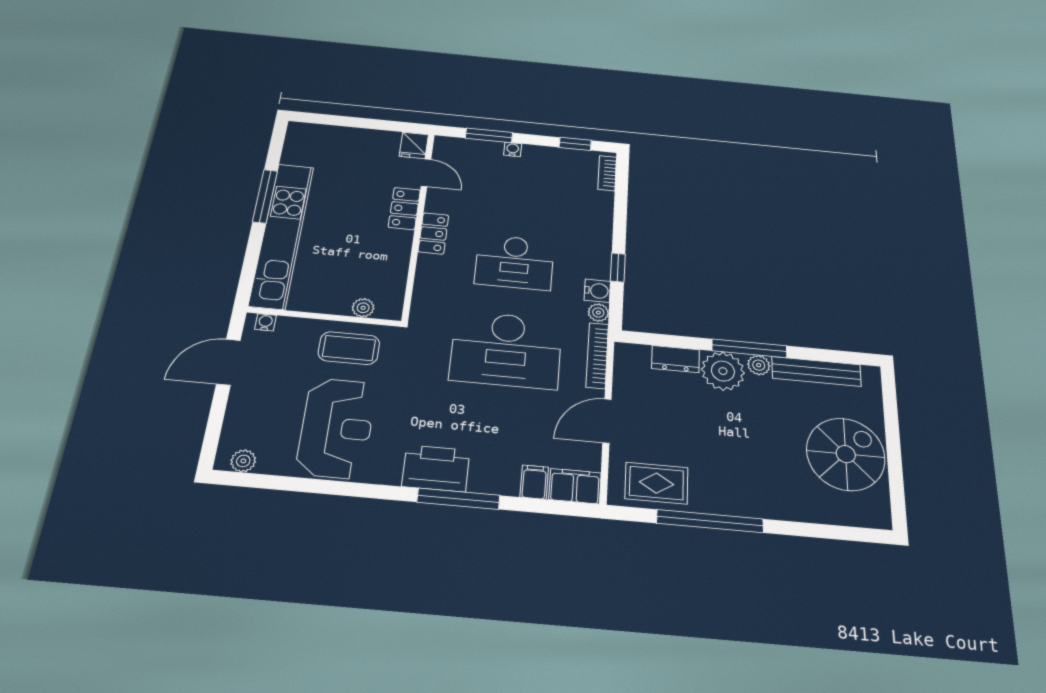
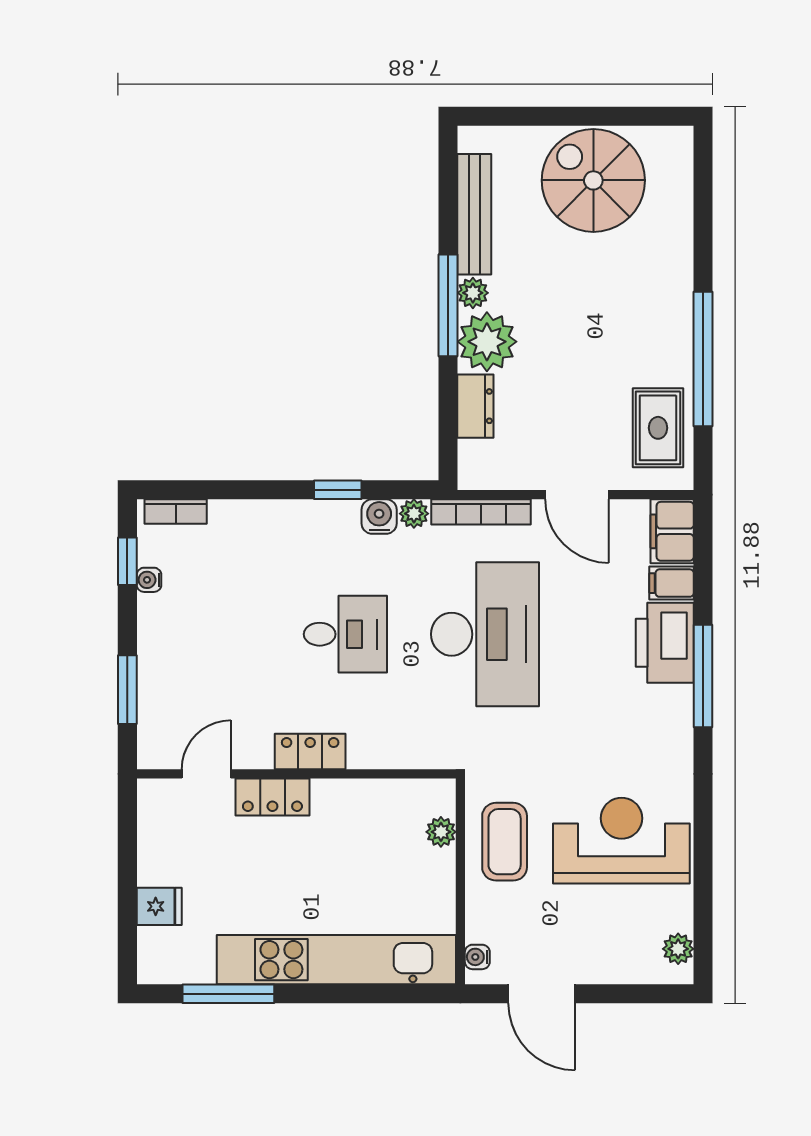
fridge: (414, 145) -> (159, 906), moved
water cooler: (513, 149) -> (149, 580), moved
window: (265, 196) -> (228, 994), moved
desk: (515, 262) -> (345, 634), width x0.73
printer: (436, 468) -> (665, 643), moved

